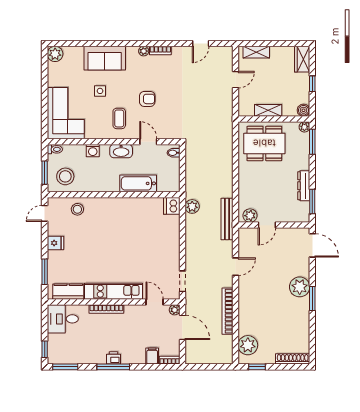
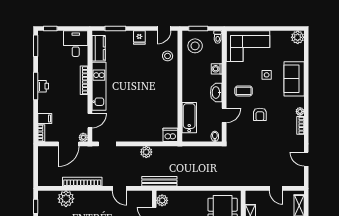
bathtub: (138, 183) -> (189, 118), moved
plant: (192, 206) -> (146, 152), moved
door: (45, 213) -> (164, 29), swing flipped
plant: (248, 345) -> (66, 199), moved

